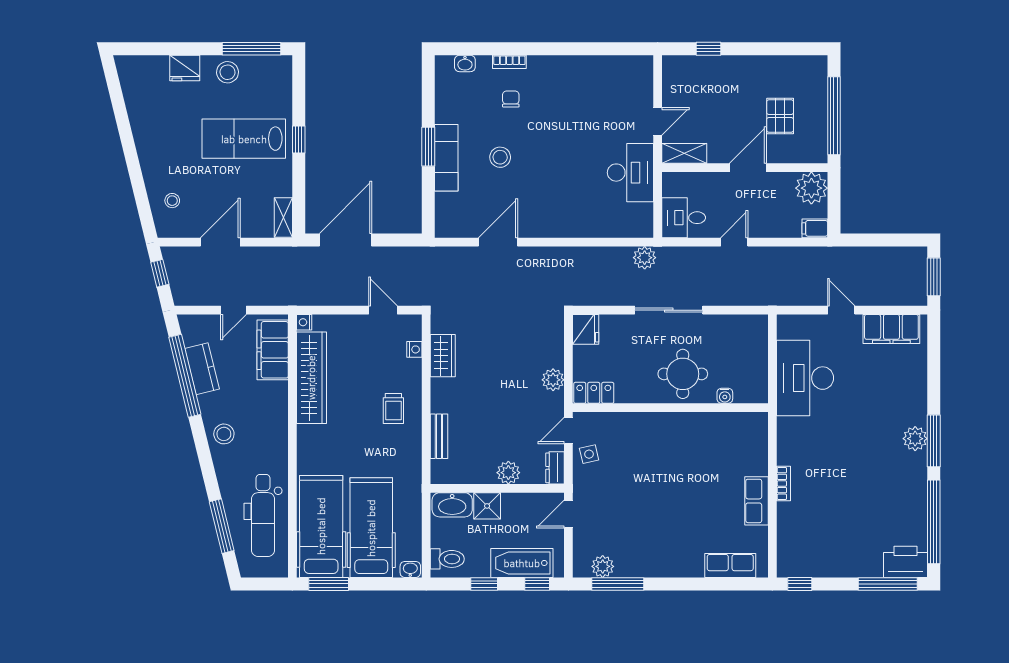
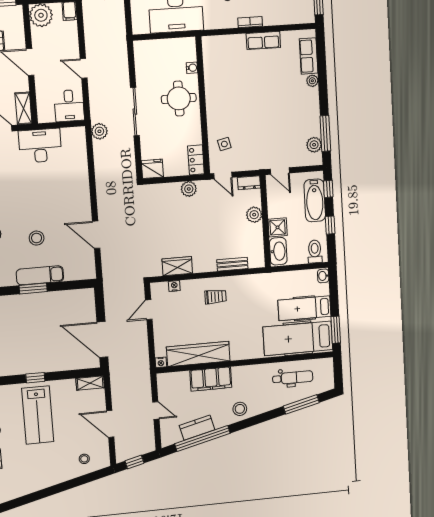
filing cabinet: (273, 350) -> (211, 379), moved
side table: (589, 454) -> (224, 144), moved
dental chair: (263, 516) -> (293, 378), width x0.73, depth x0.72
hospital bed: (371, 528) -> (304, 308), width x0.73, depth x0.78
plant: (695, 569) -> (312, 81), added

